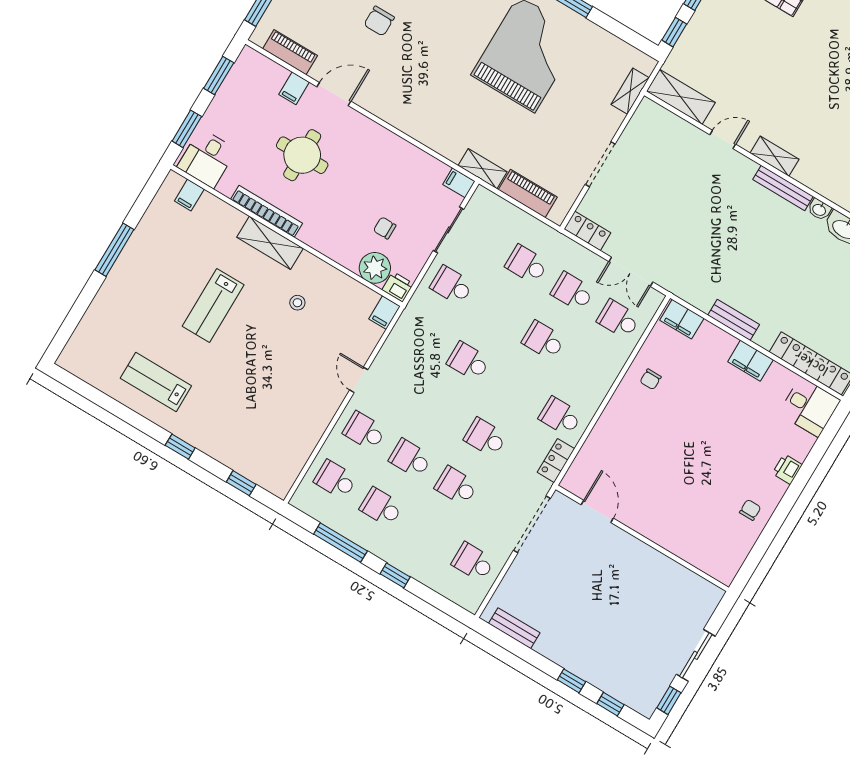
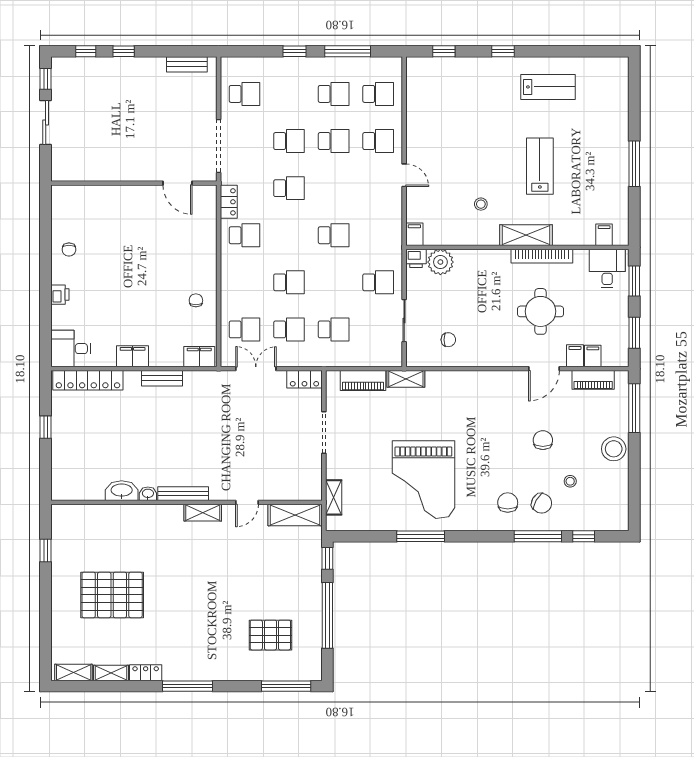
filing cabinet: (459, 183) -> (593, 356), moved, turned -90
chair: (385, 228) -> (448, 340), moved

